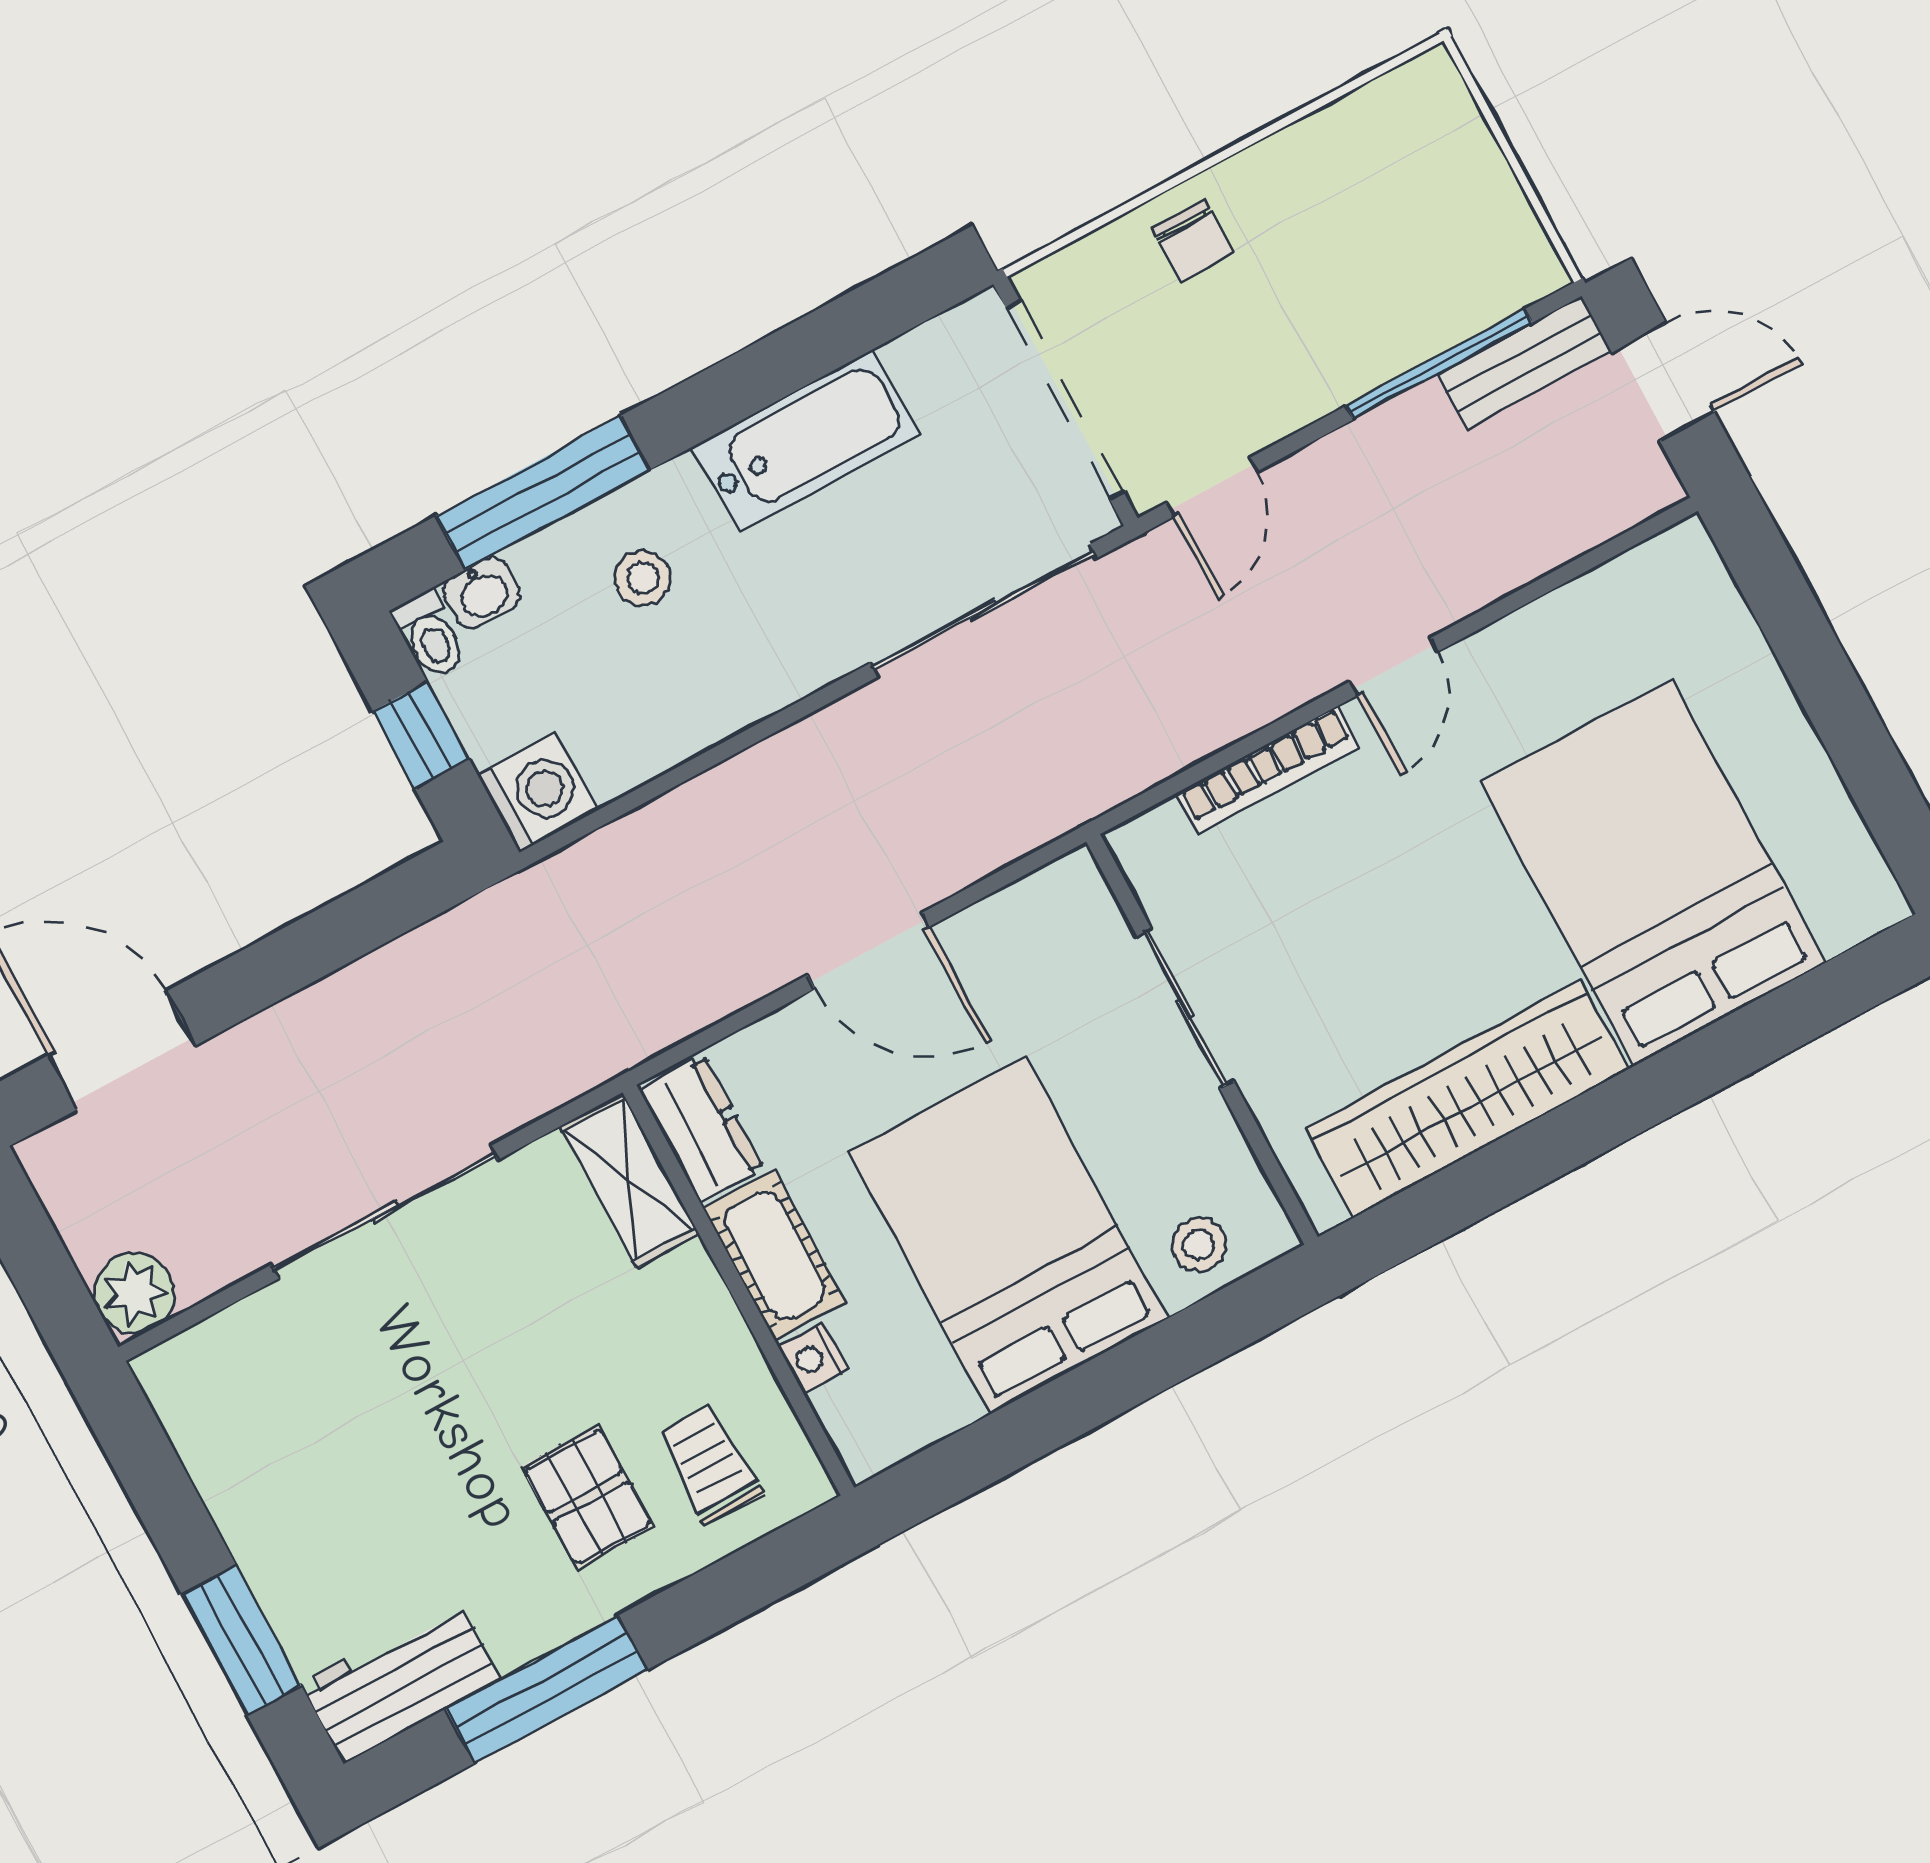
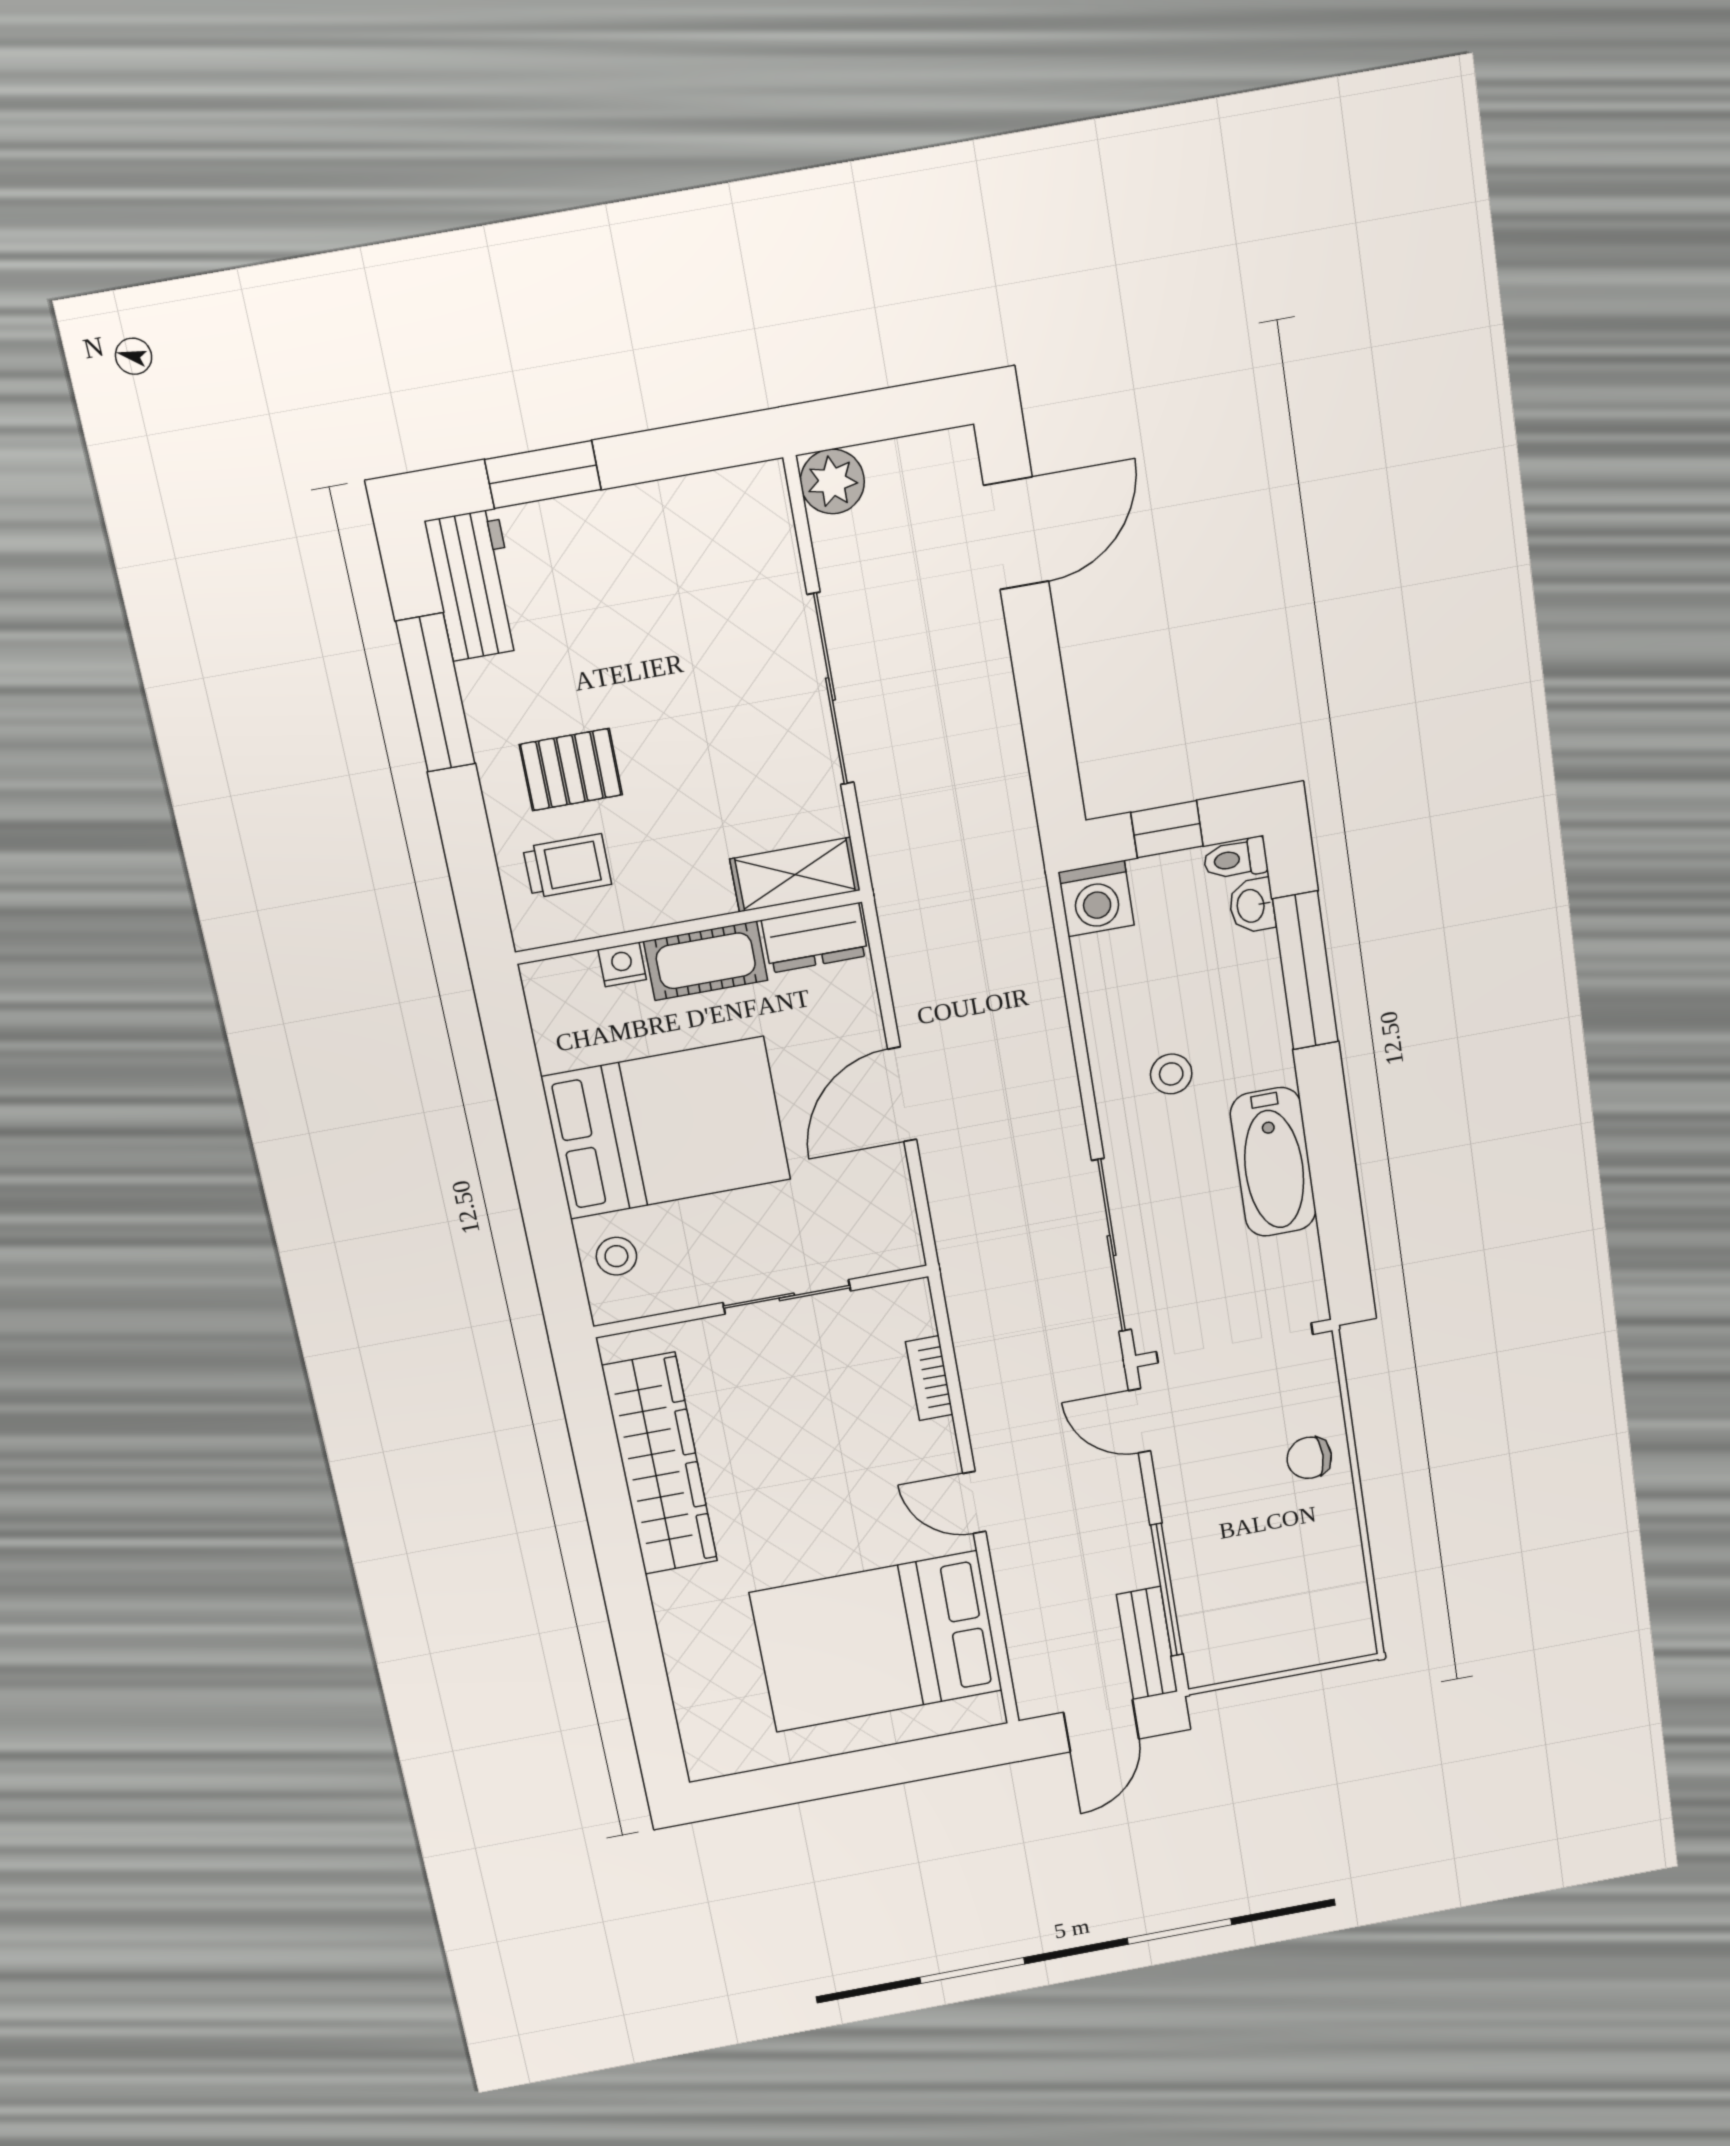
stool: (643, 578) -> (1171, 1074), moved
bookcase: (1268, 770) -> (929, 1378), width x0.64
bed: (1653, 873) -> (876, 1642), moved, turned 180

